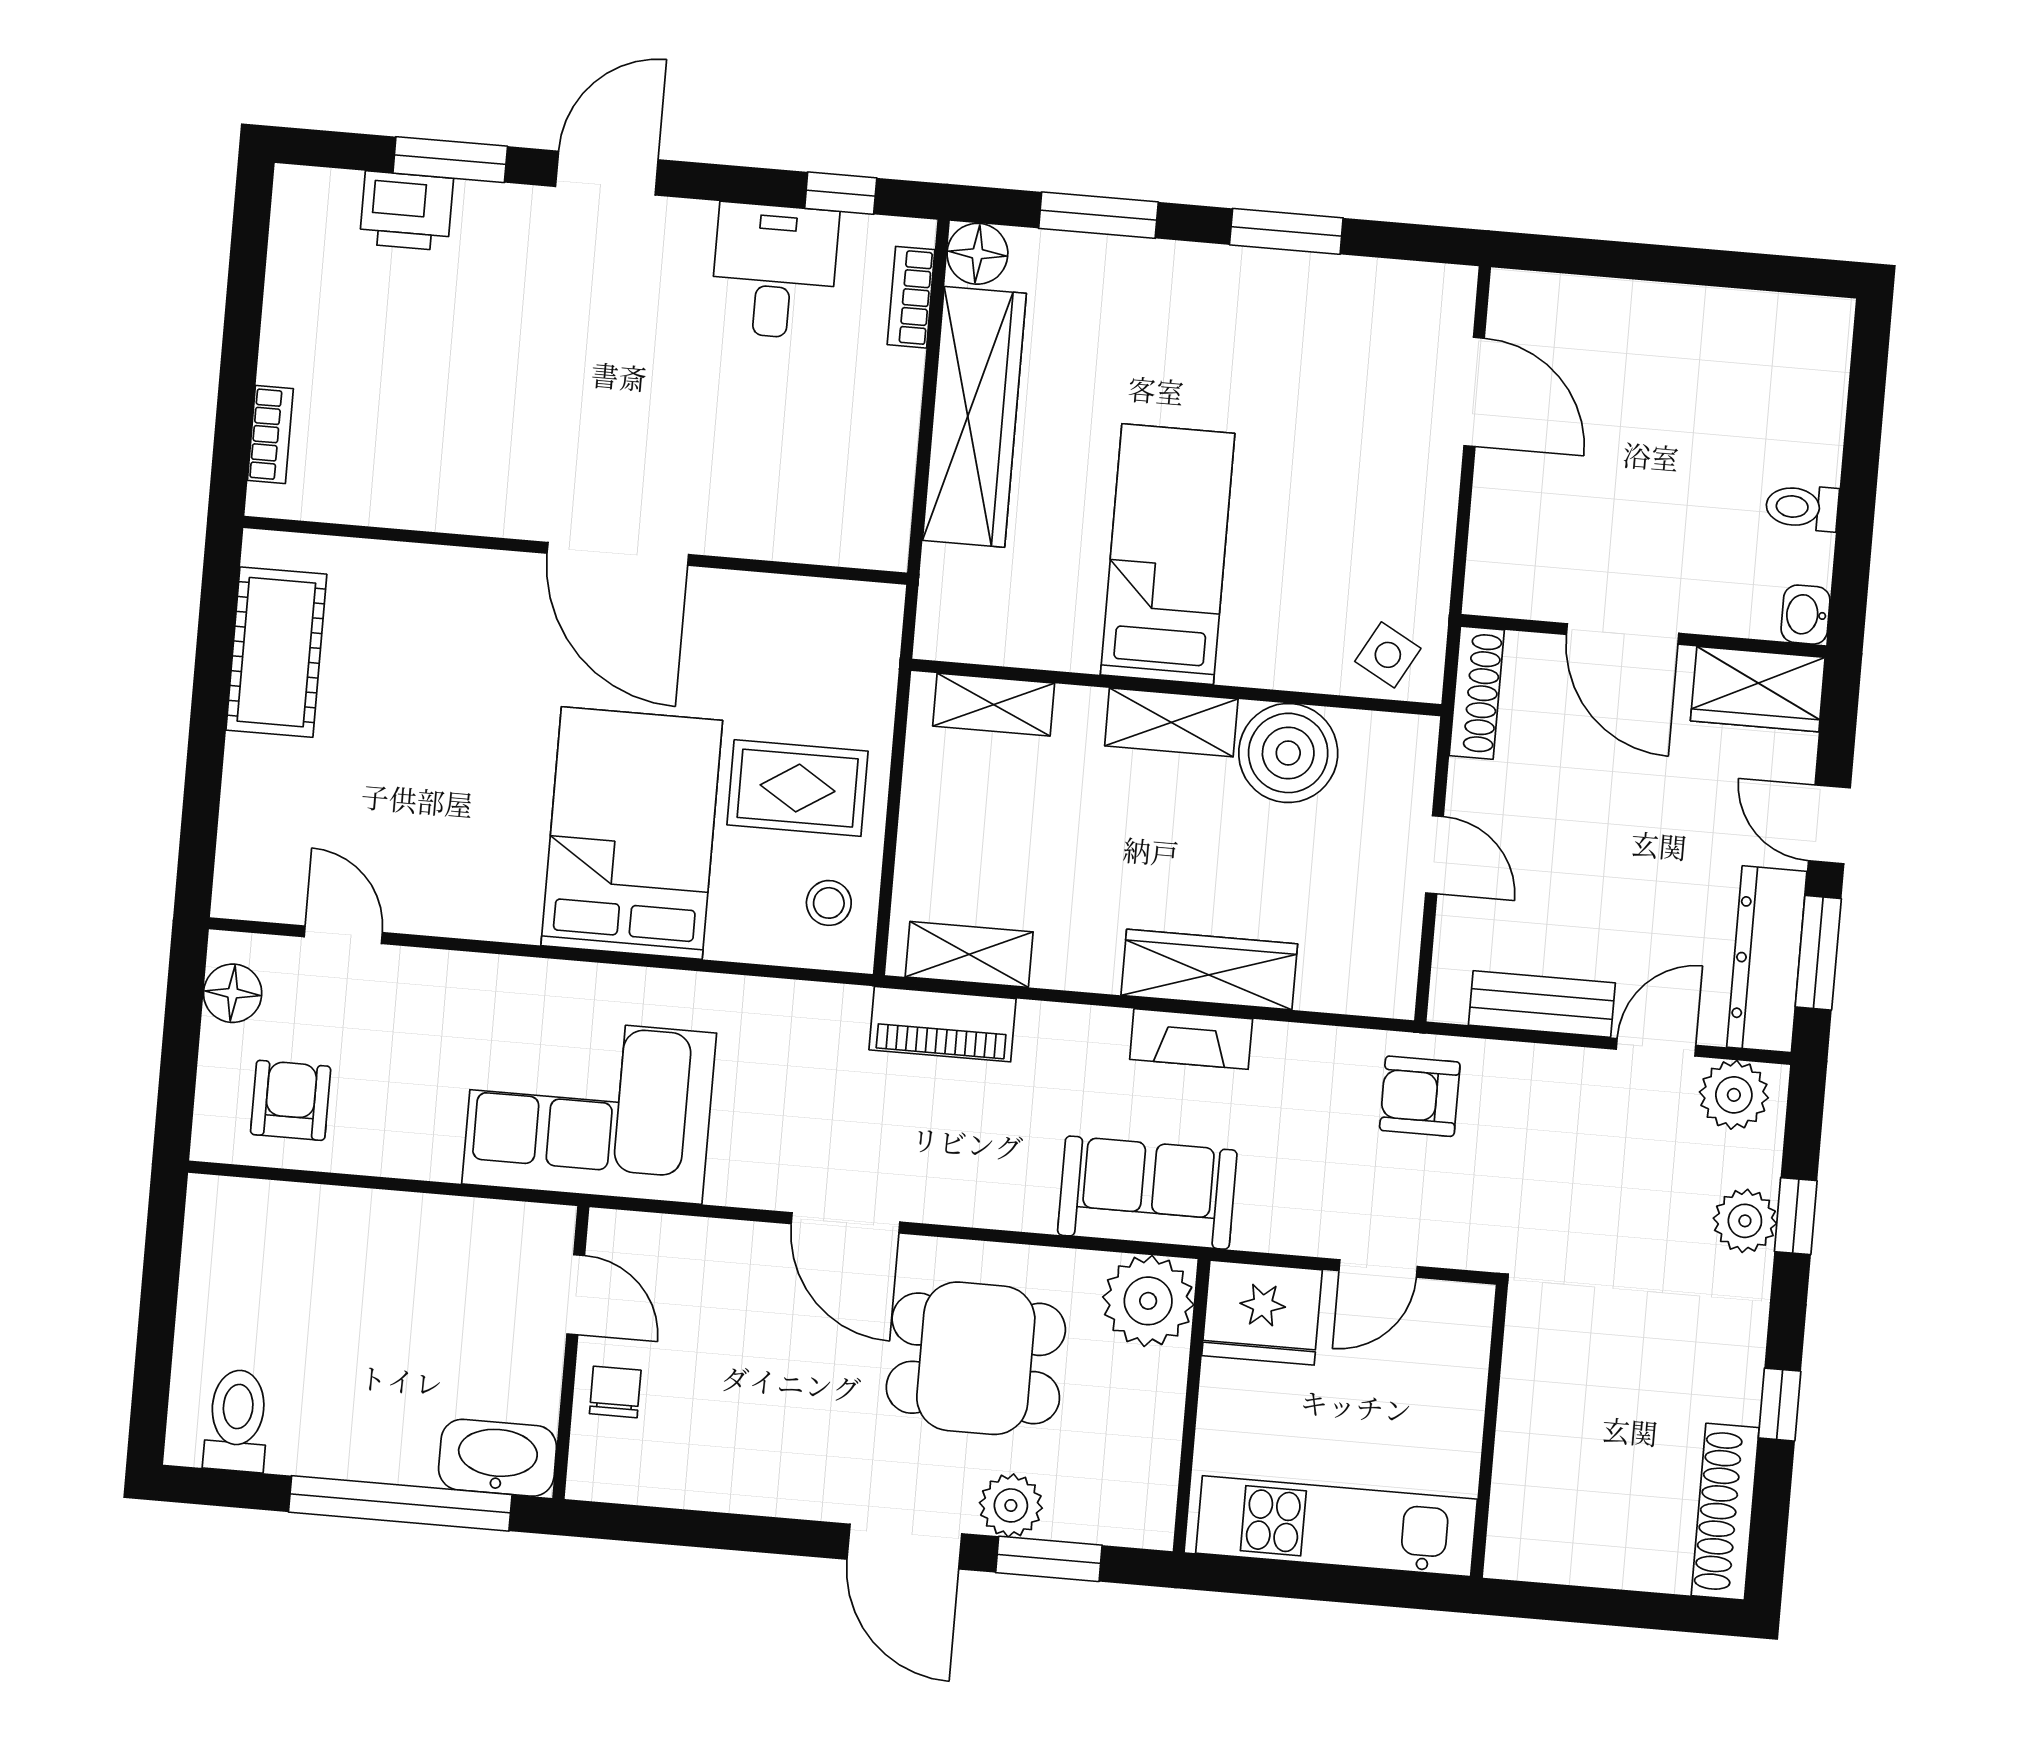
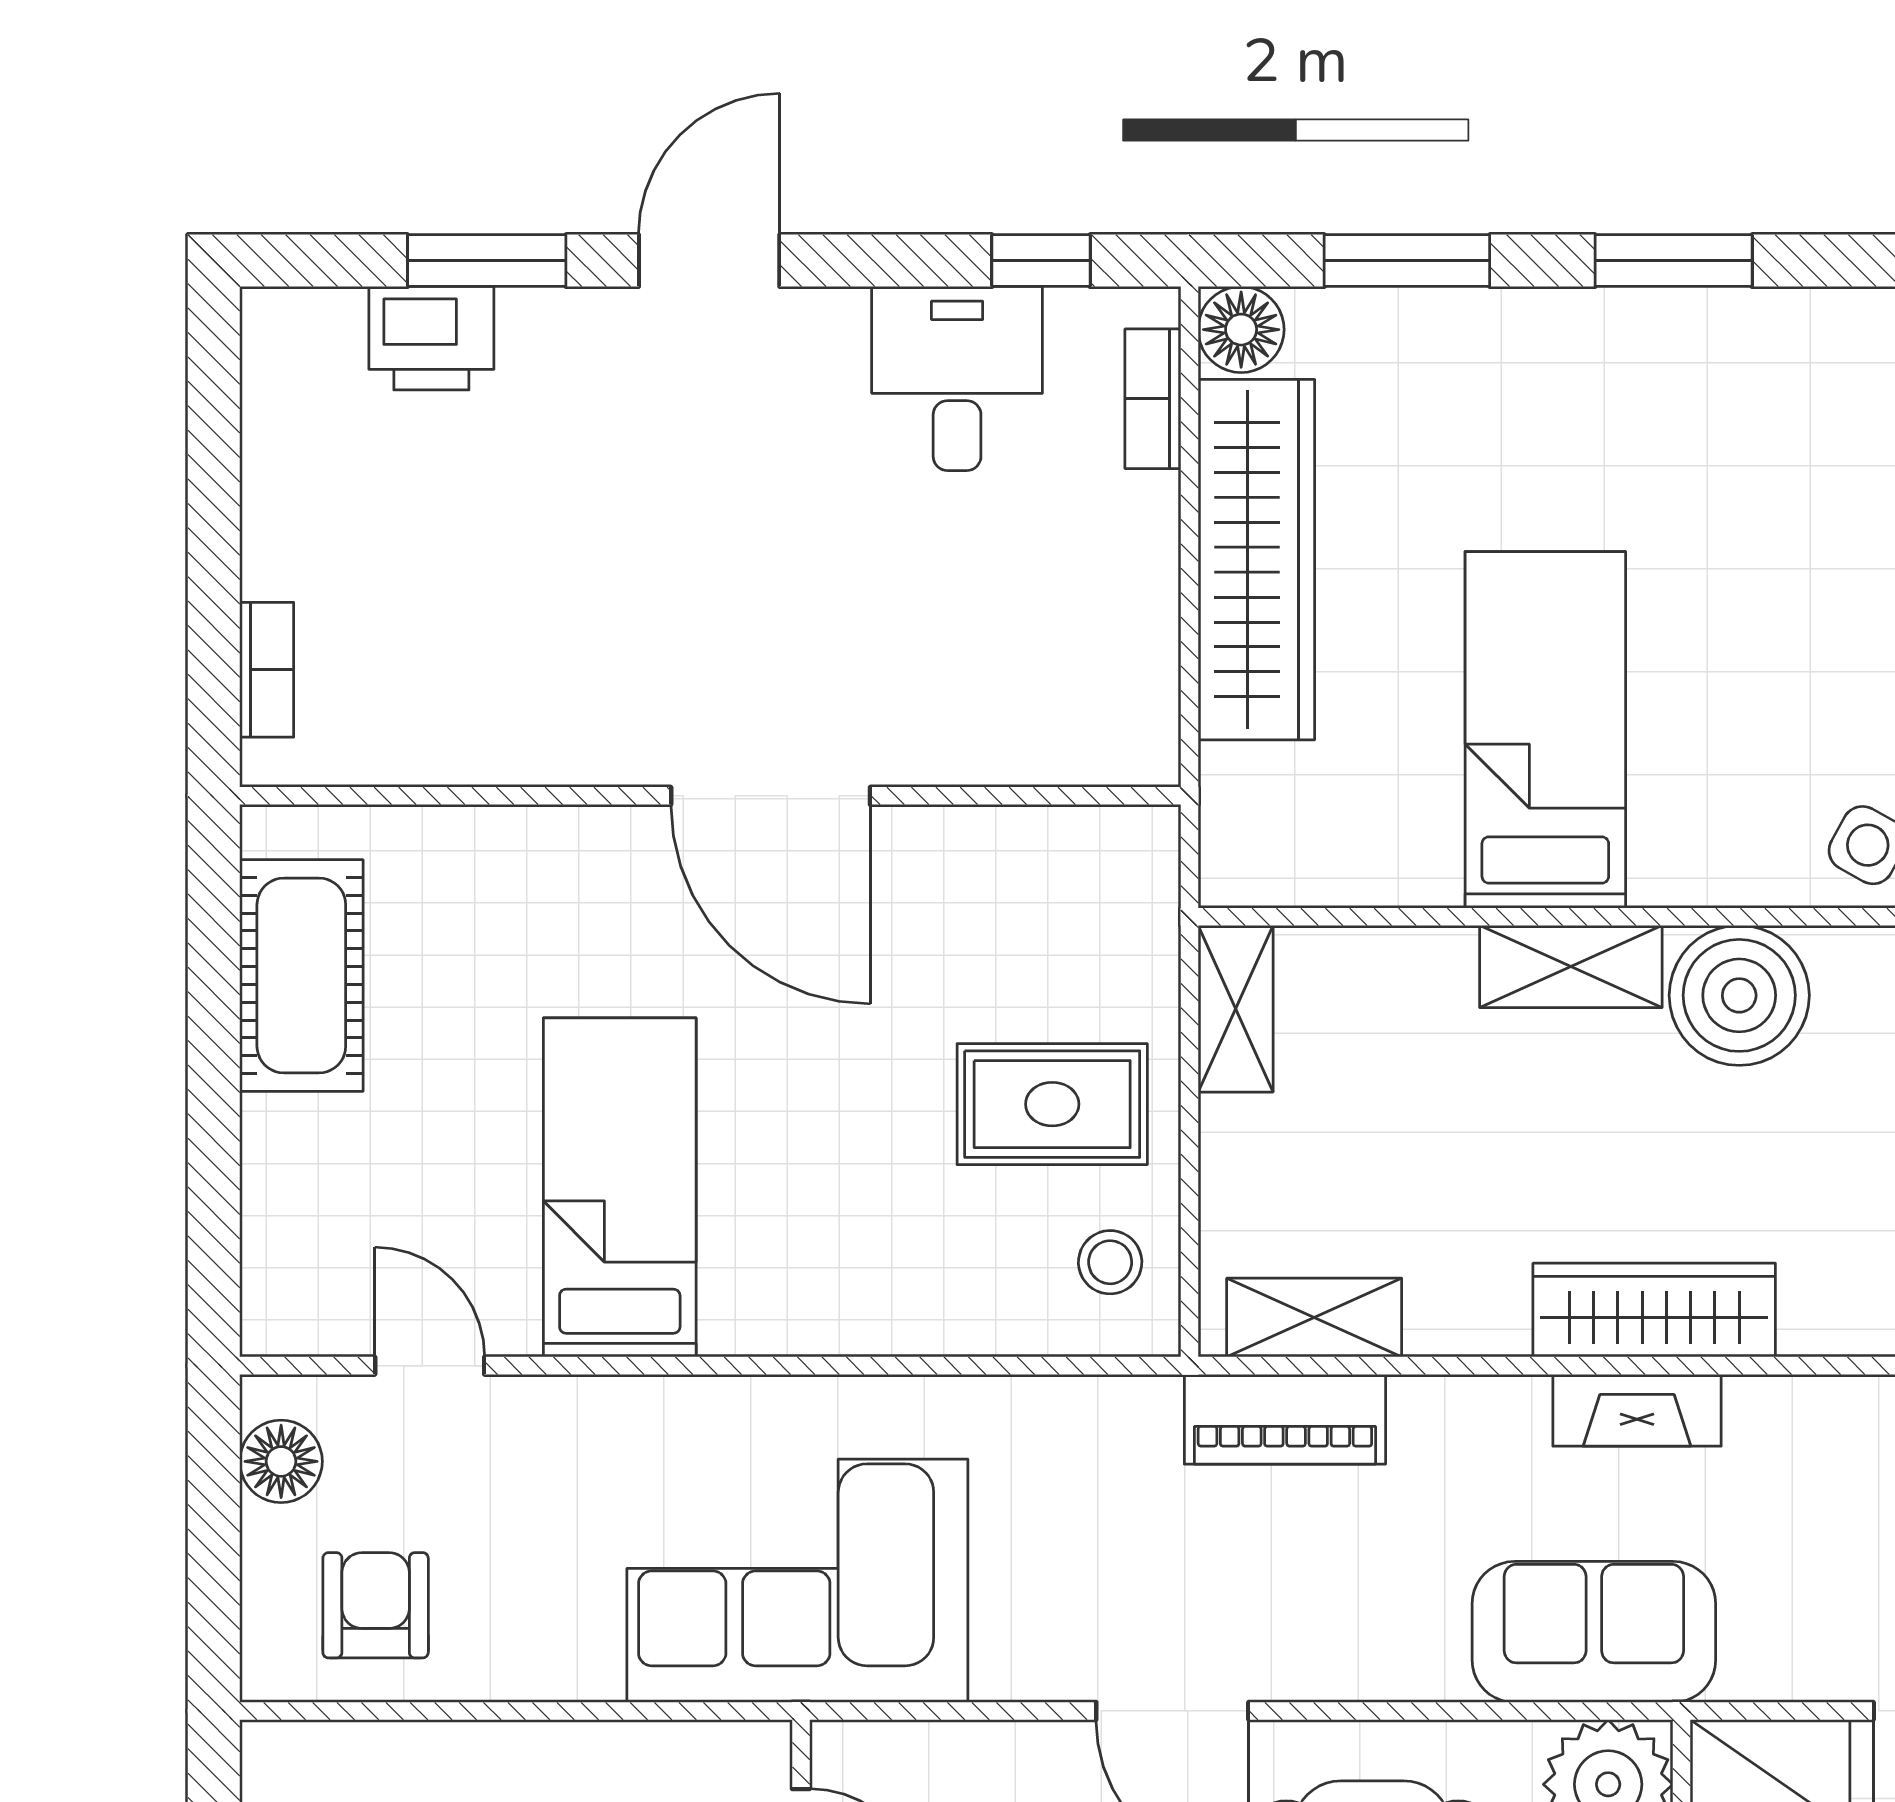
shelving: (994, 705) -> (1236, 1009), moved, turned 90
bed: (632, 833) -> (620, 1187), moved, width x0.67

